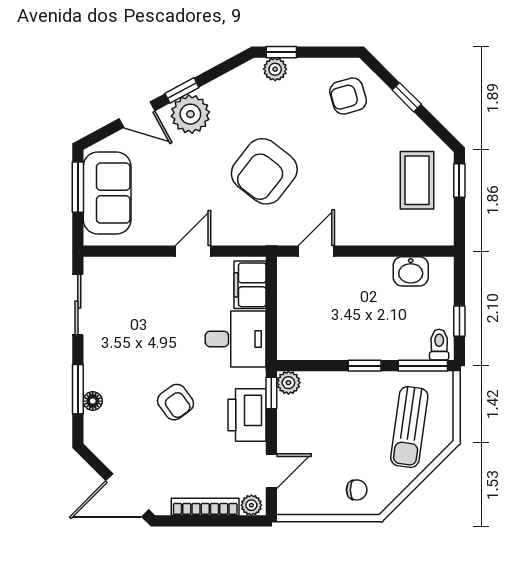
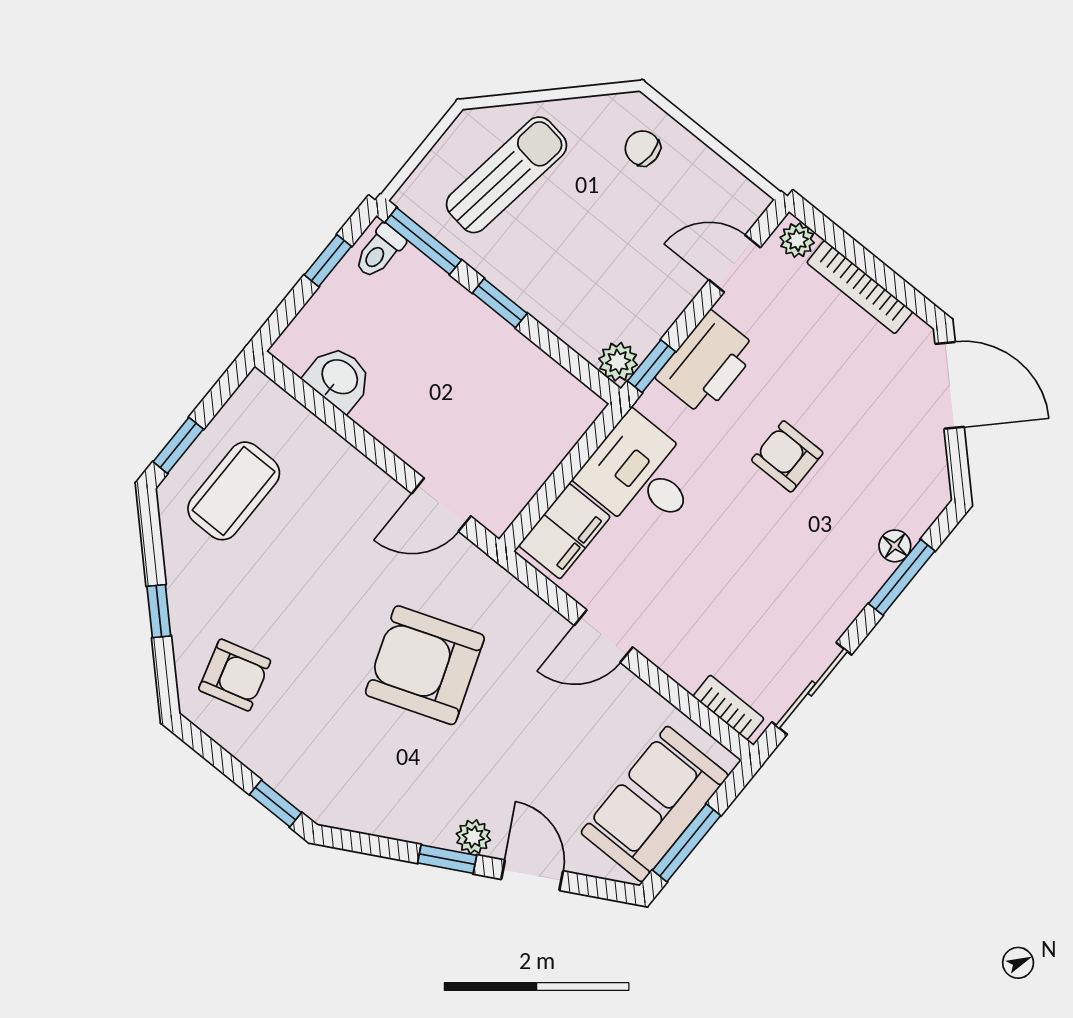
plant: (275, 69) -> (302, 788), removed
plant: (190, 114) -> (473, 837), width x0.53, depth x0.53
armchair: (264, 171) -> (425, 665), turned -148
bookcase: (109, 265) -> (728, 707), added
armchair: (175, 402) -> (787, 456), turned -54

